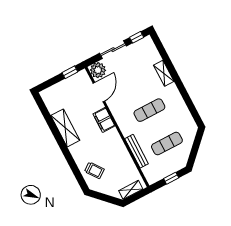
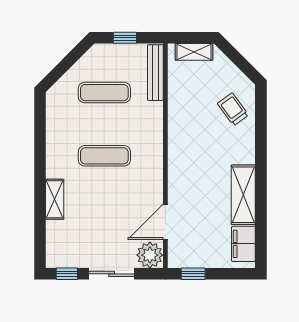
filing cabinet: (104, 120) -> (243, 244), moved, turned 180
bench: (137, 151) -> (155, 73), moved

